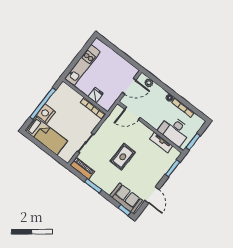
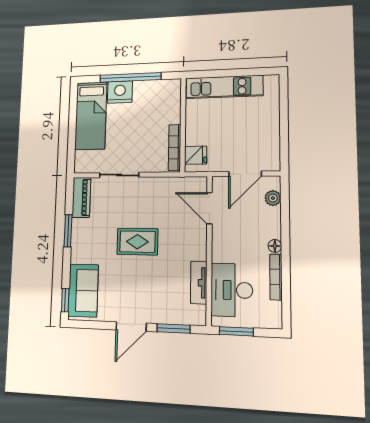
door: (129, 86) -> (245, 174), hinge flipped
fridge: (96, 95) -> (196, 155), moved
door: (152, 195) -> (131, 326), moved

